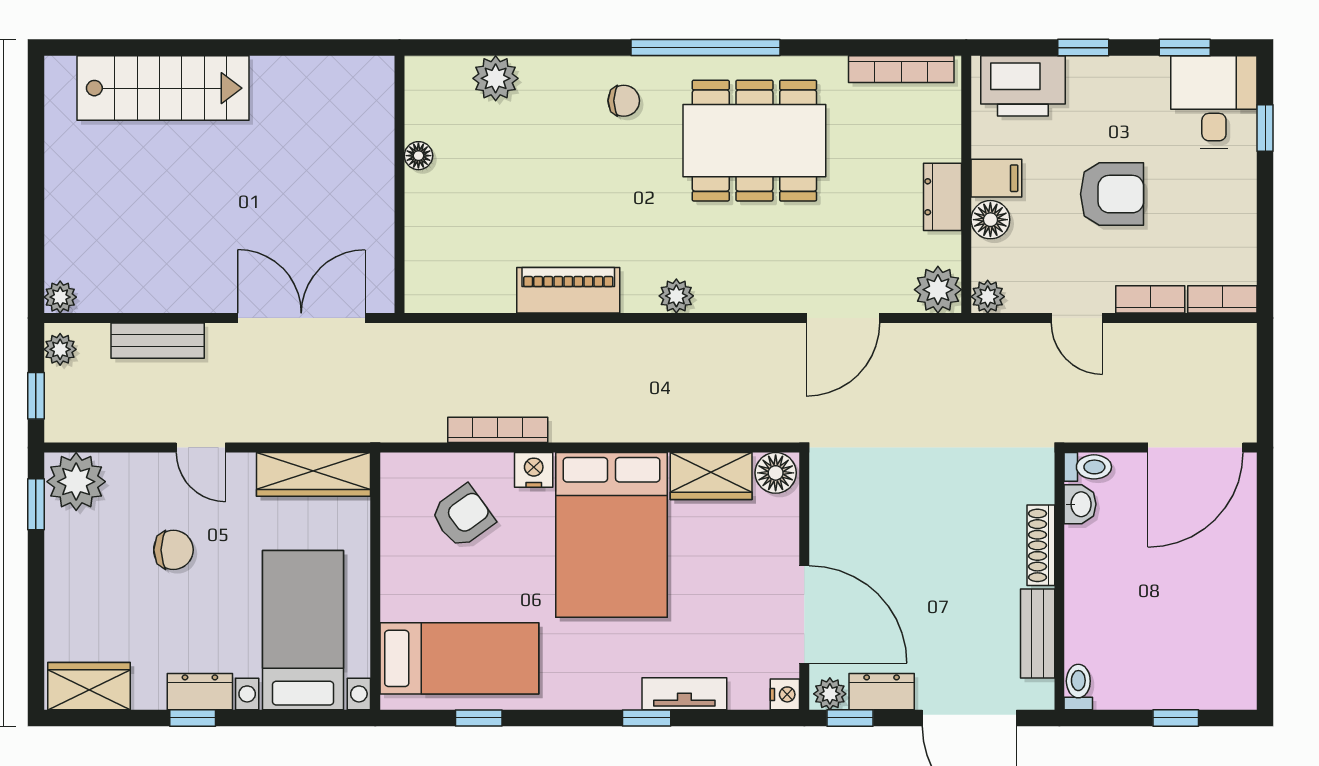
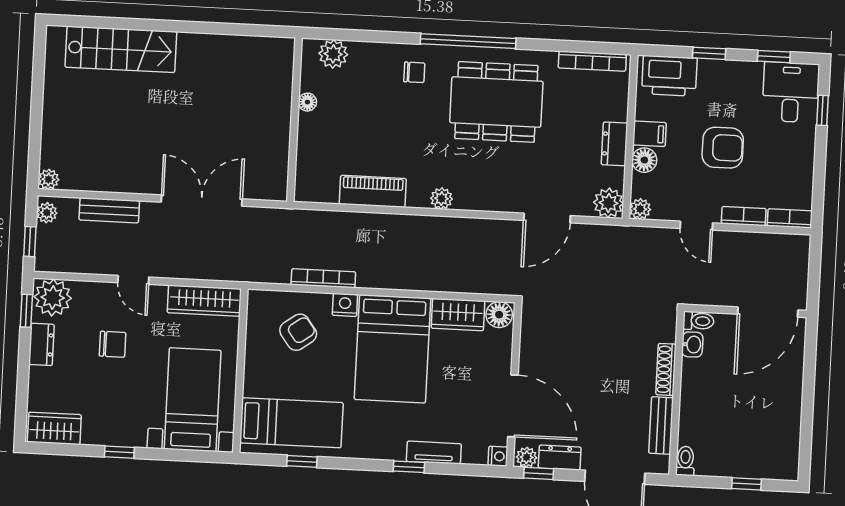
floor lamp: (418, 156) -> (307, 102), moved
wall: (400, 184) -> (294, 120), moved
dresser: (200, 692) -> (42, 344), moved, turned 90

